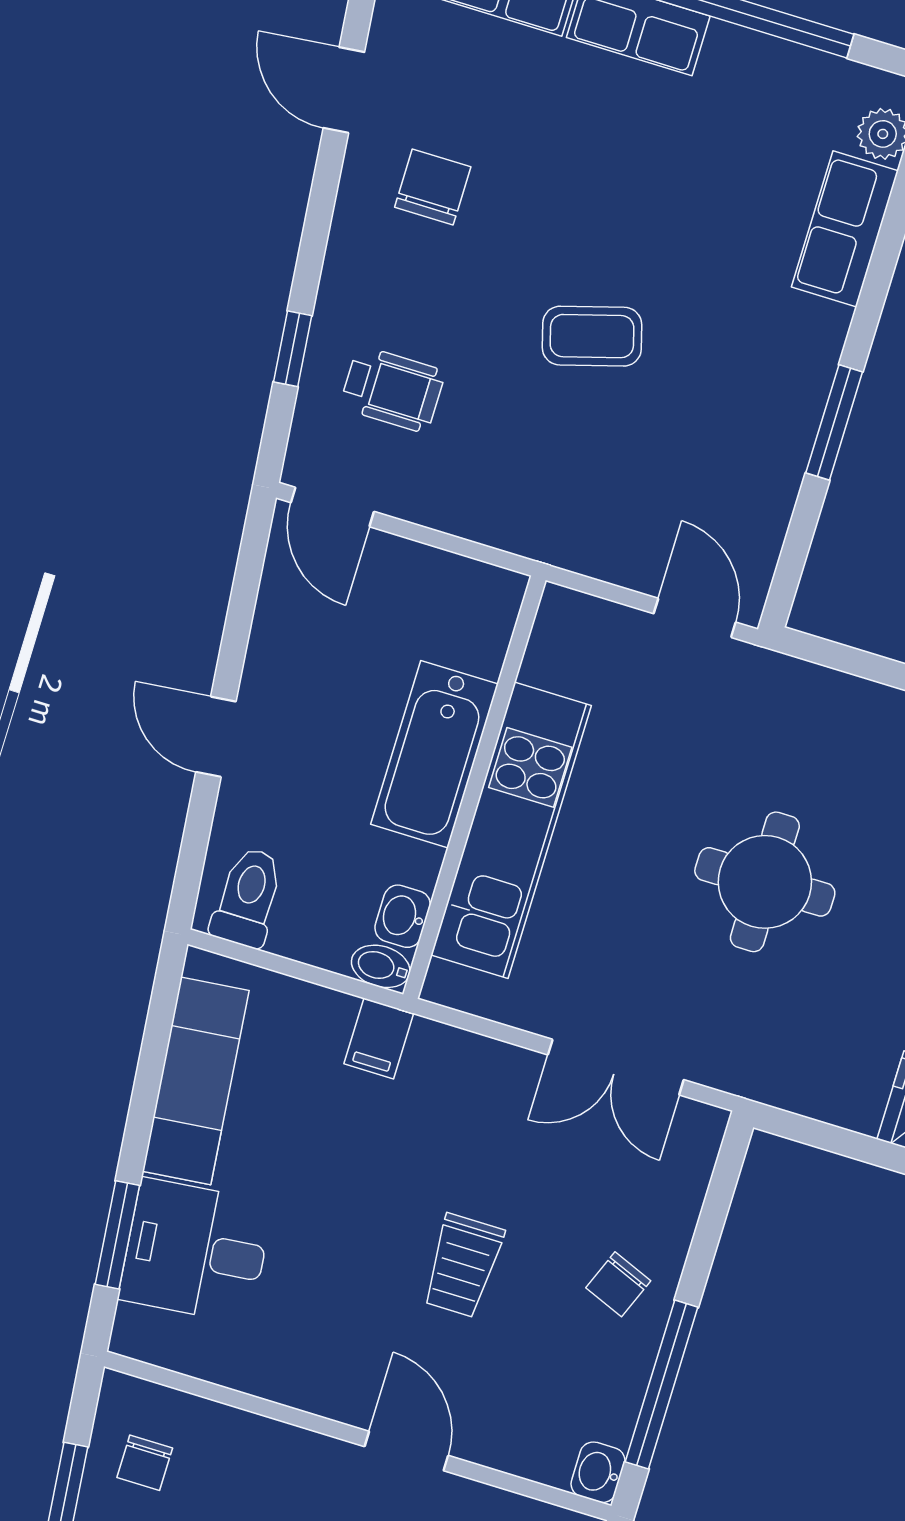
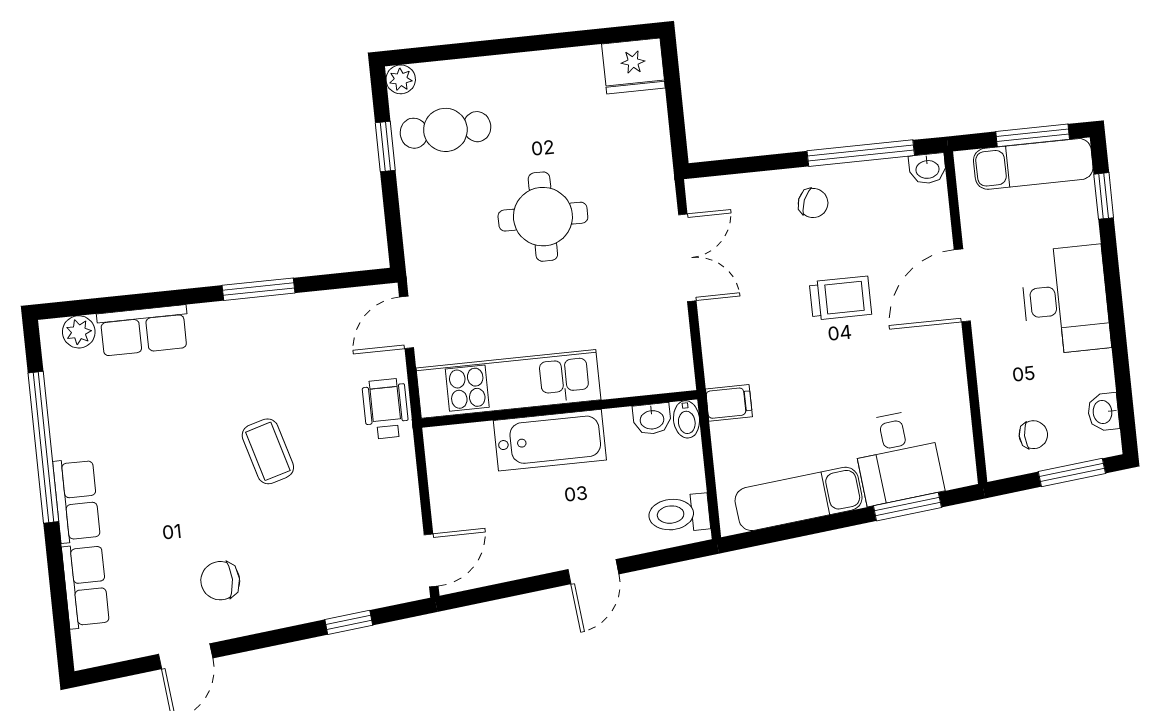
wheelchair: (393, 389) -> (386, 409), moved
kitchen unit: (511, 830) -> (509, 384), moved
door: (406, 1451) -> (962, 285), width x1.38

